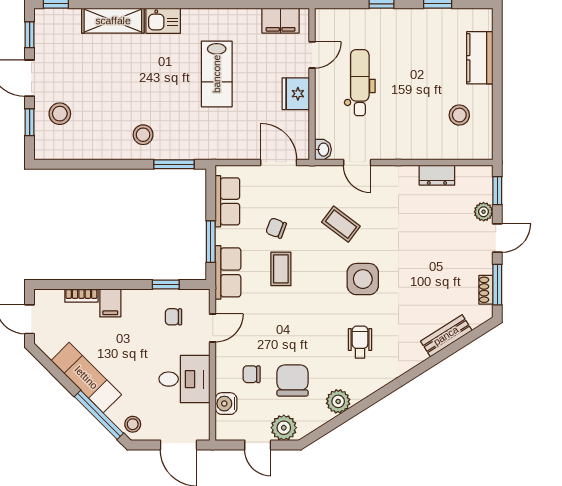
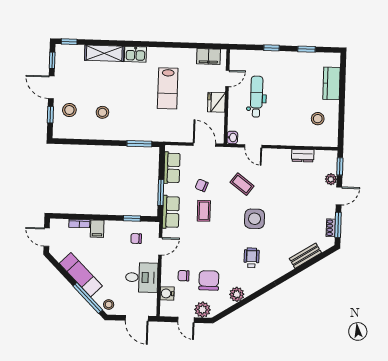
stool: (143, 135) -> (102, 112), moved

